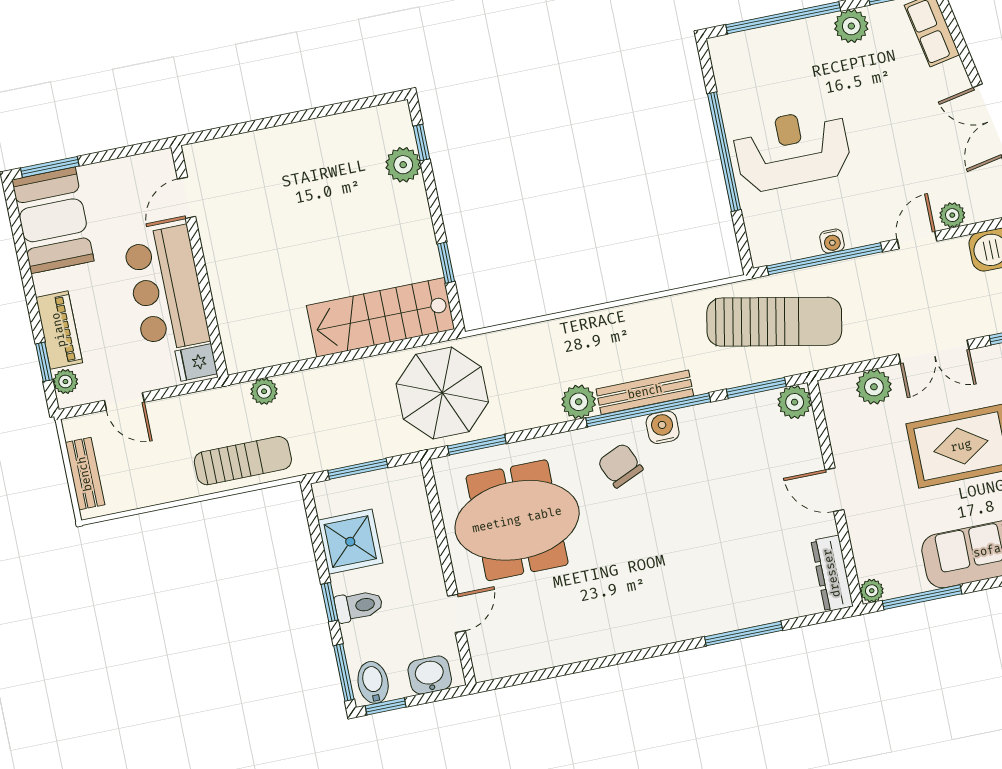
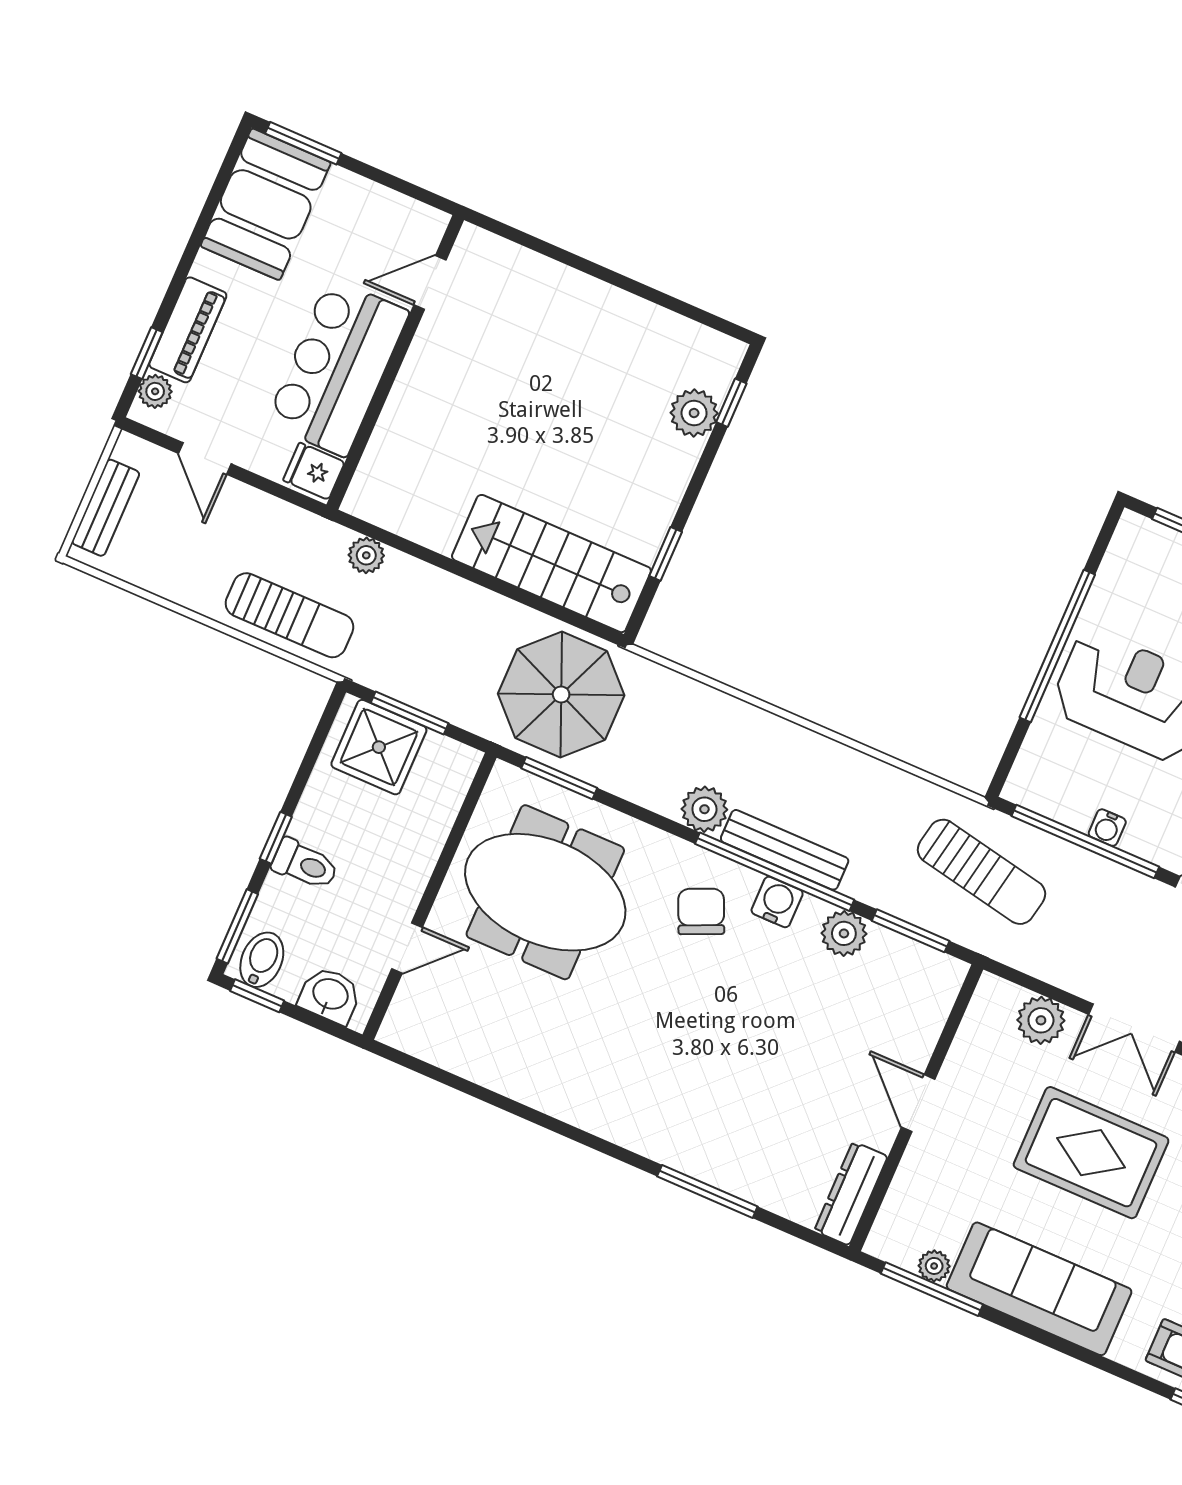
sun lounger: (774, 322) -> (982, 872), width x0.73, depth x0.75
plant: (795, 402) -> (844, 933), moved
shower: (350, 542) -> (379, 747), moved
plant: (872, 591) -> (934, 1266), moved

